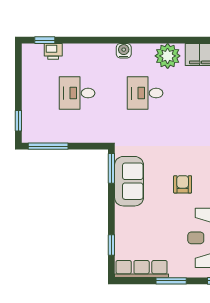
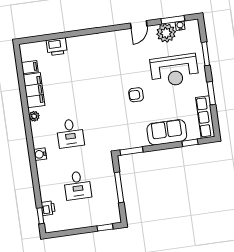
plant: (168, 56) -> (34, 116), width x0.53, depth x0.53
window: (48, 146) -> (119, 187), moved
sofa: (129, 181) -> (167, 132), moved

